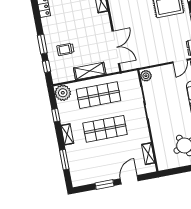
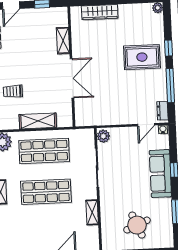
double door: (116, 47) -> (72, 78), moved
shelving: (148, 154) -> (92, 212), moved

